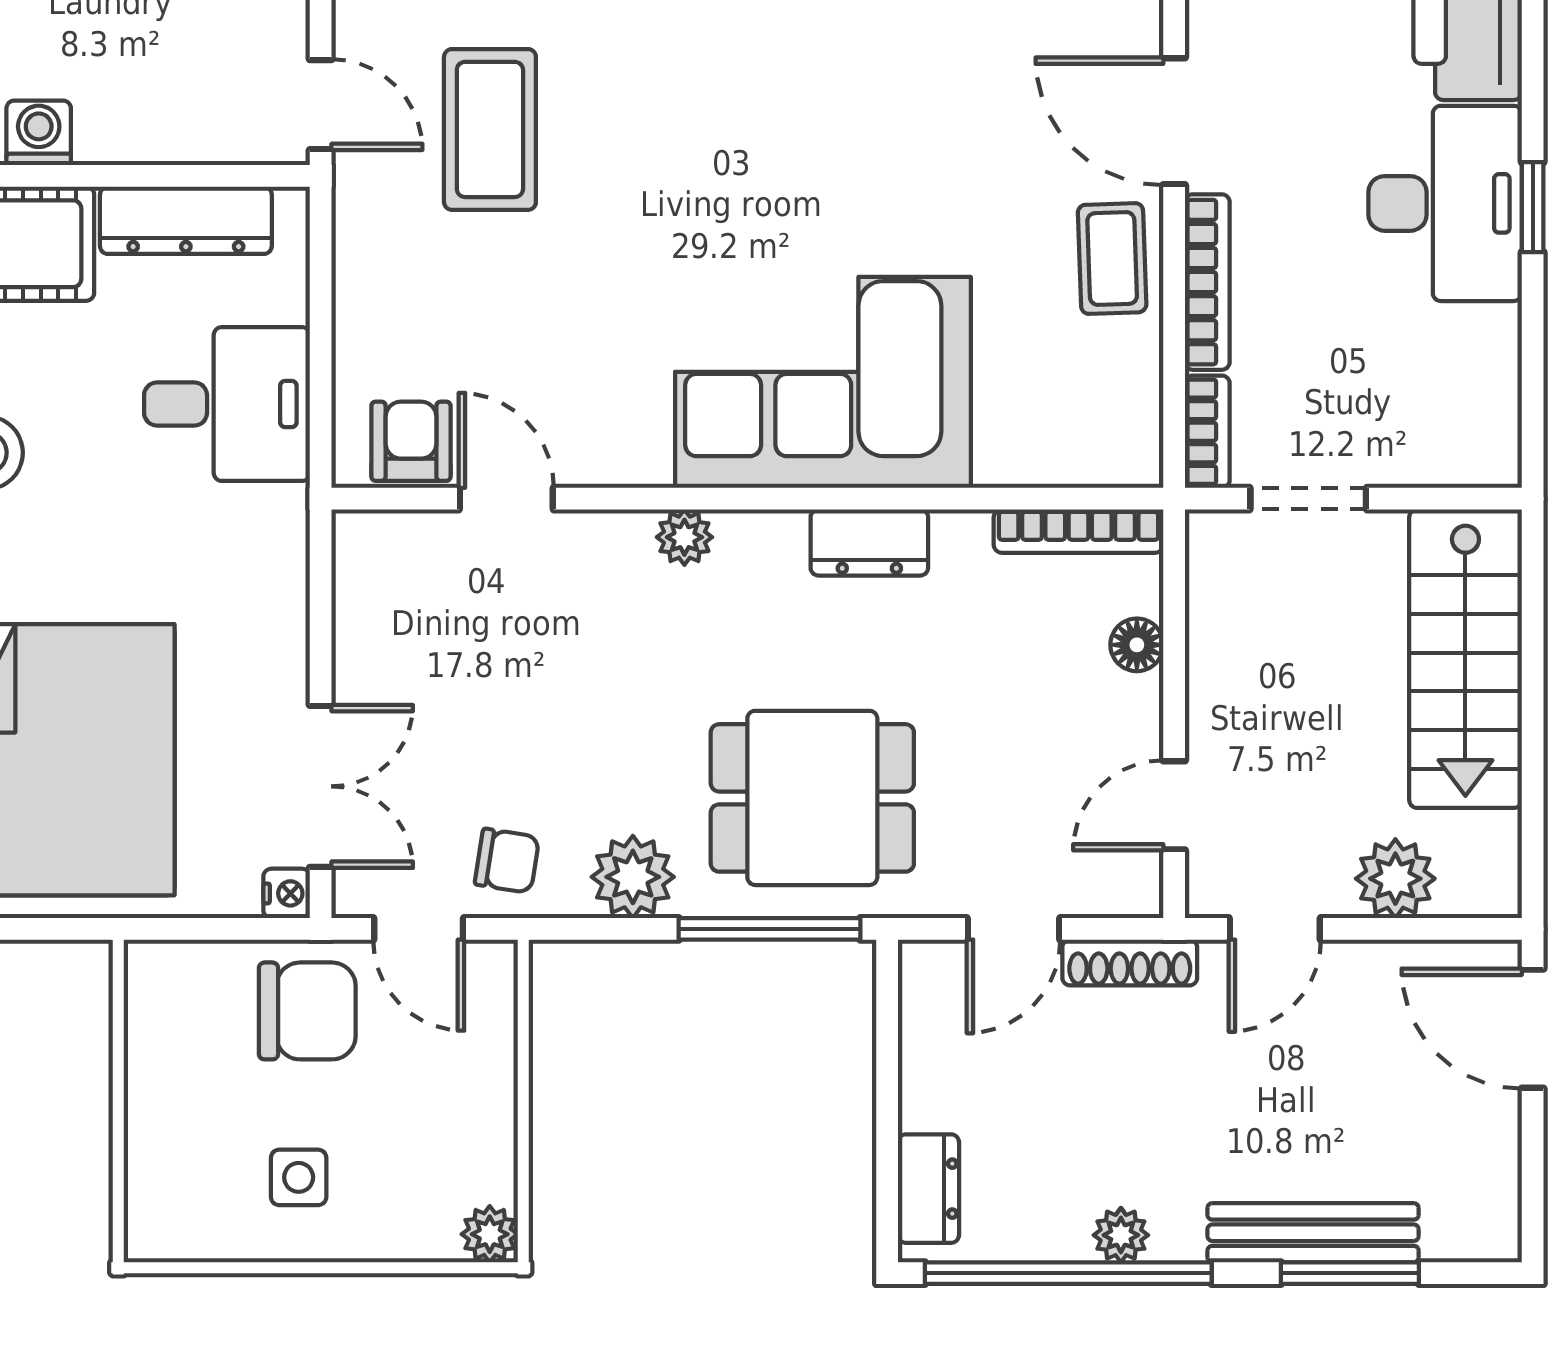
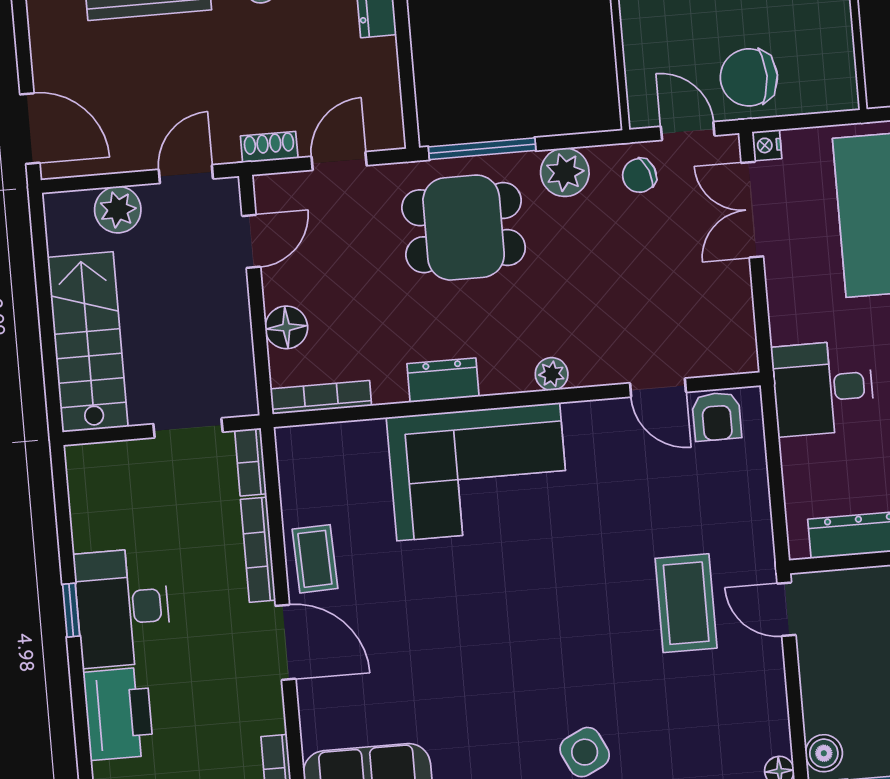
desk: (227, 404) -> (823, 388), moved
floor lamp: (1137, 645) -> (286, 327), width x1.37, depth x1.37
chair: (507, 861) -> (639, 175), turned -30
shoe rack: (1130, 963) -> (269, 147), width x0.70

